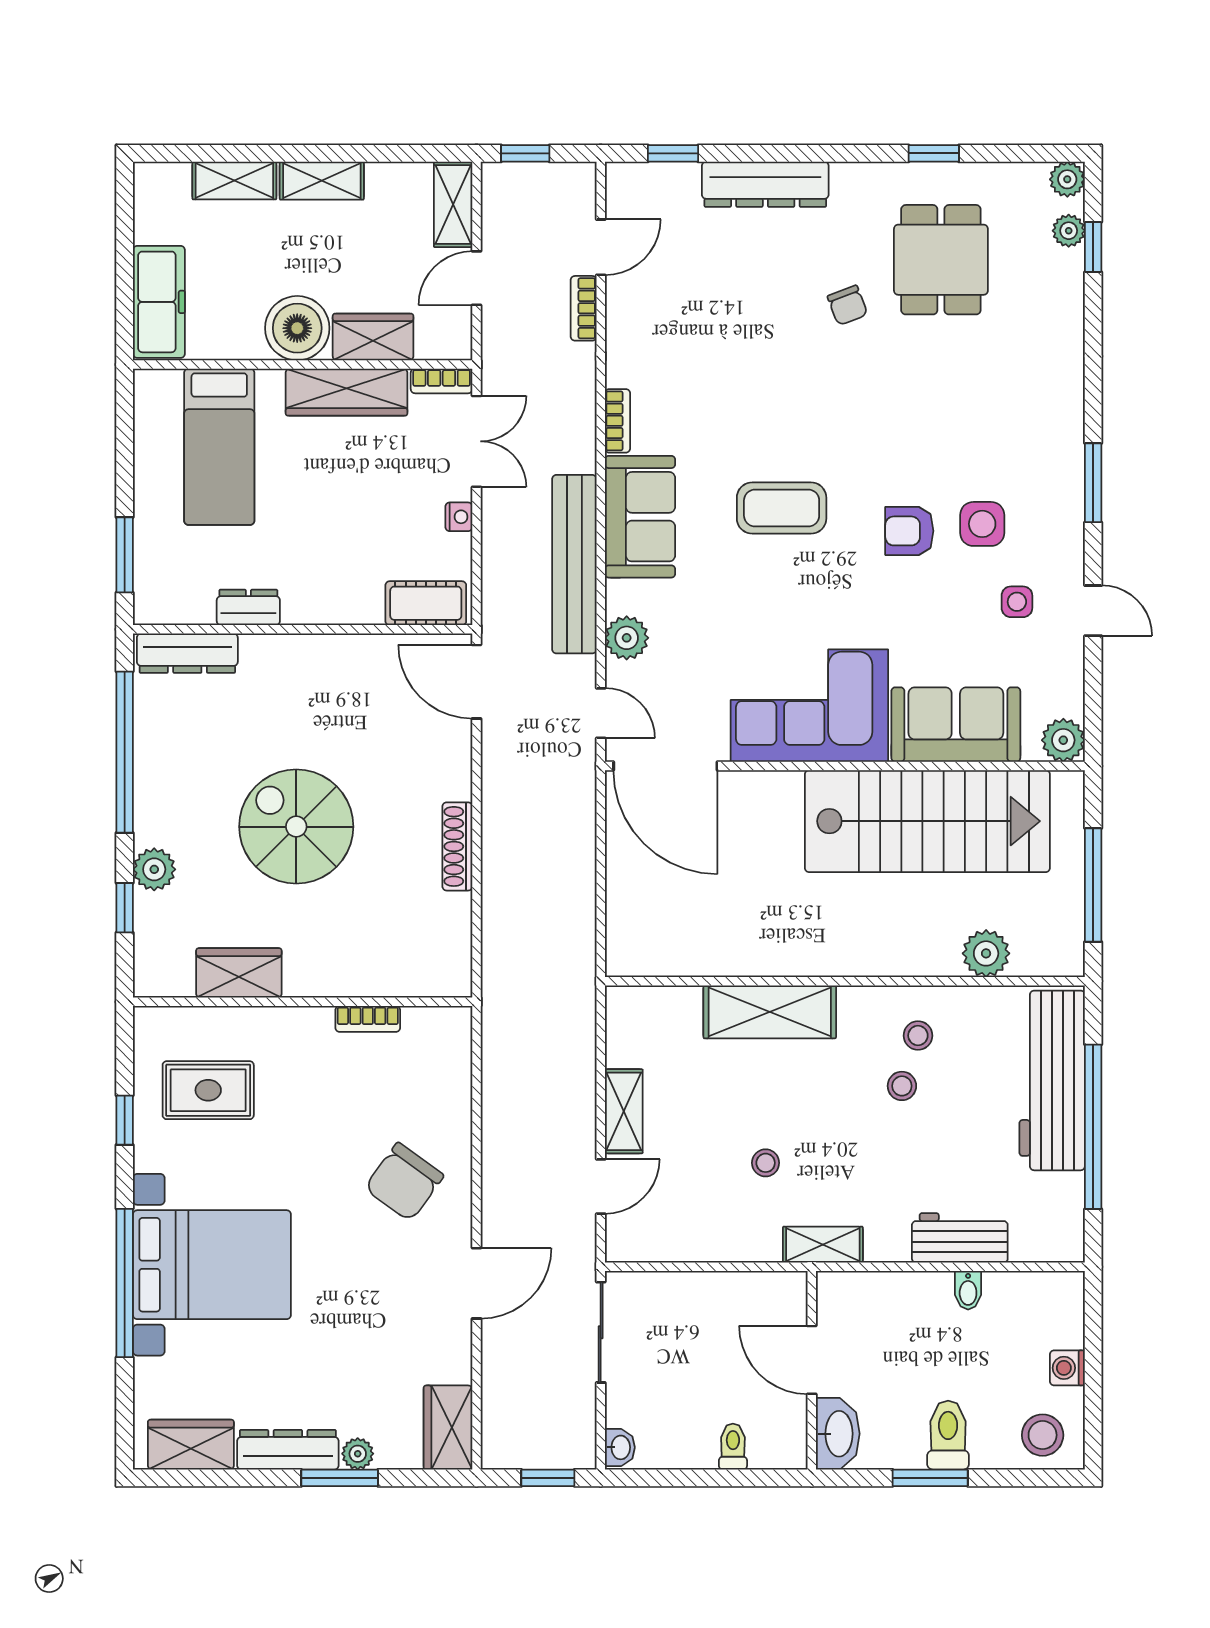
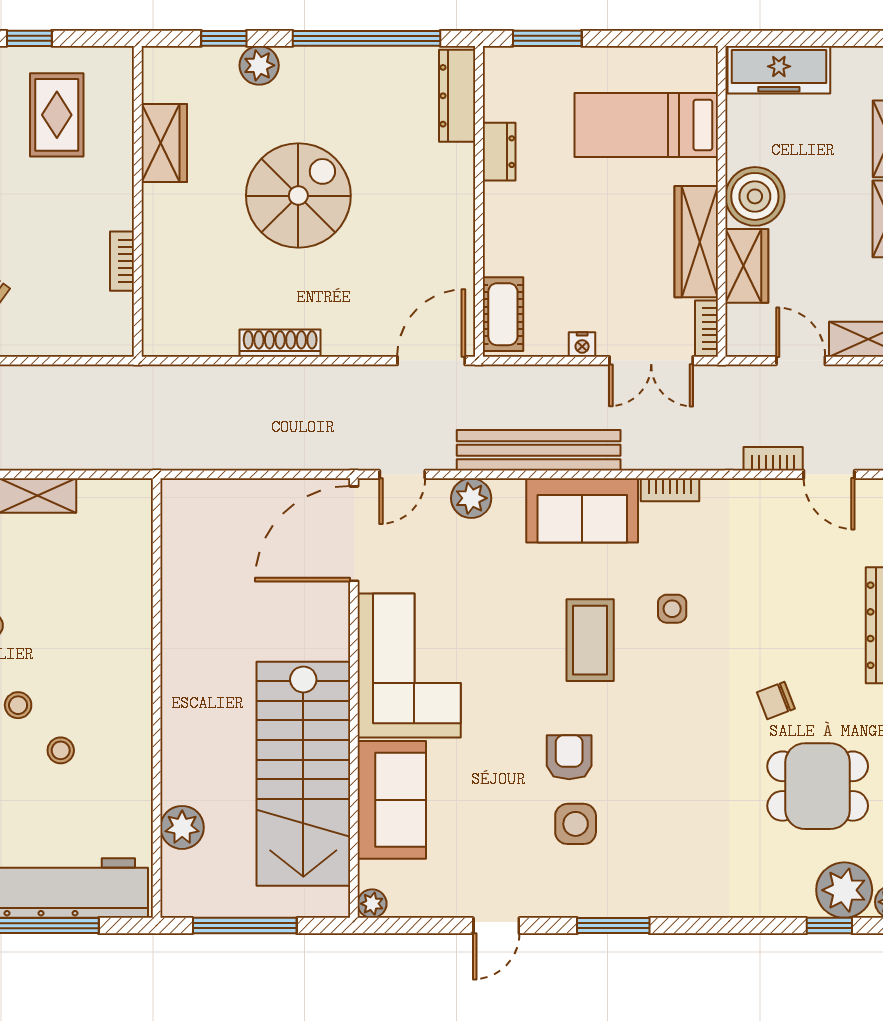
plant: (1069, 231) -> (844, 890), width x1.88, depth x1.88
side table: (1017, 602) -> (672, 609), moved
plant: (1063, 740) -> (372, 904), width x0.73, depth x0.73
shelving: (770, 1012) -> (129, 629), removed
stool: (918, 1036) -> (18, 705), moved

